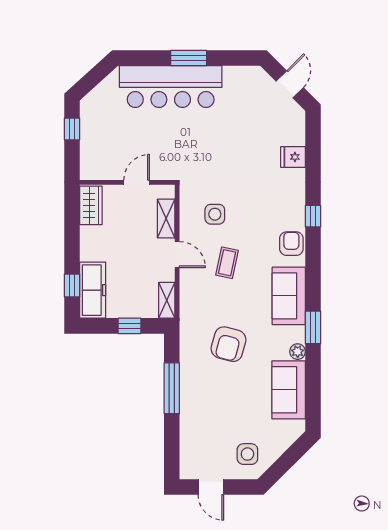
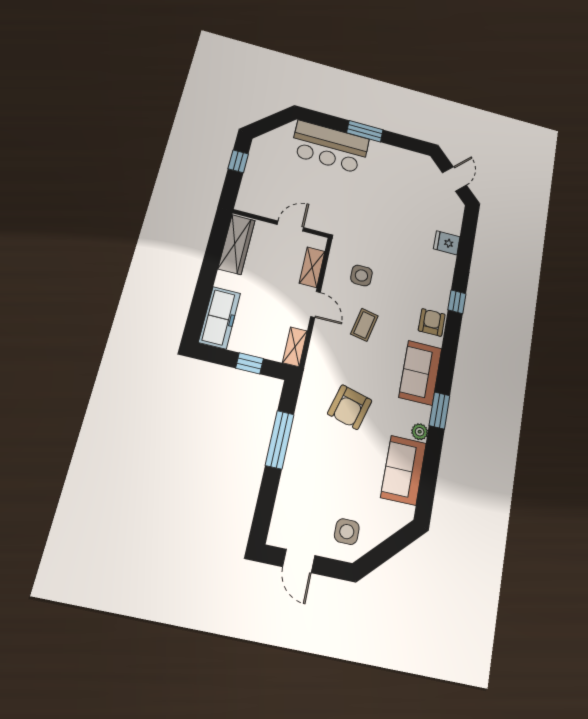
bar counter: (171, 87) -> (330, 147), width x0.73
wardrobe: (91, 205) -> (236, 244), width x1.50
window: (72, 286) -> (199, 308), removed

